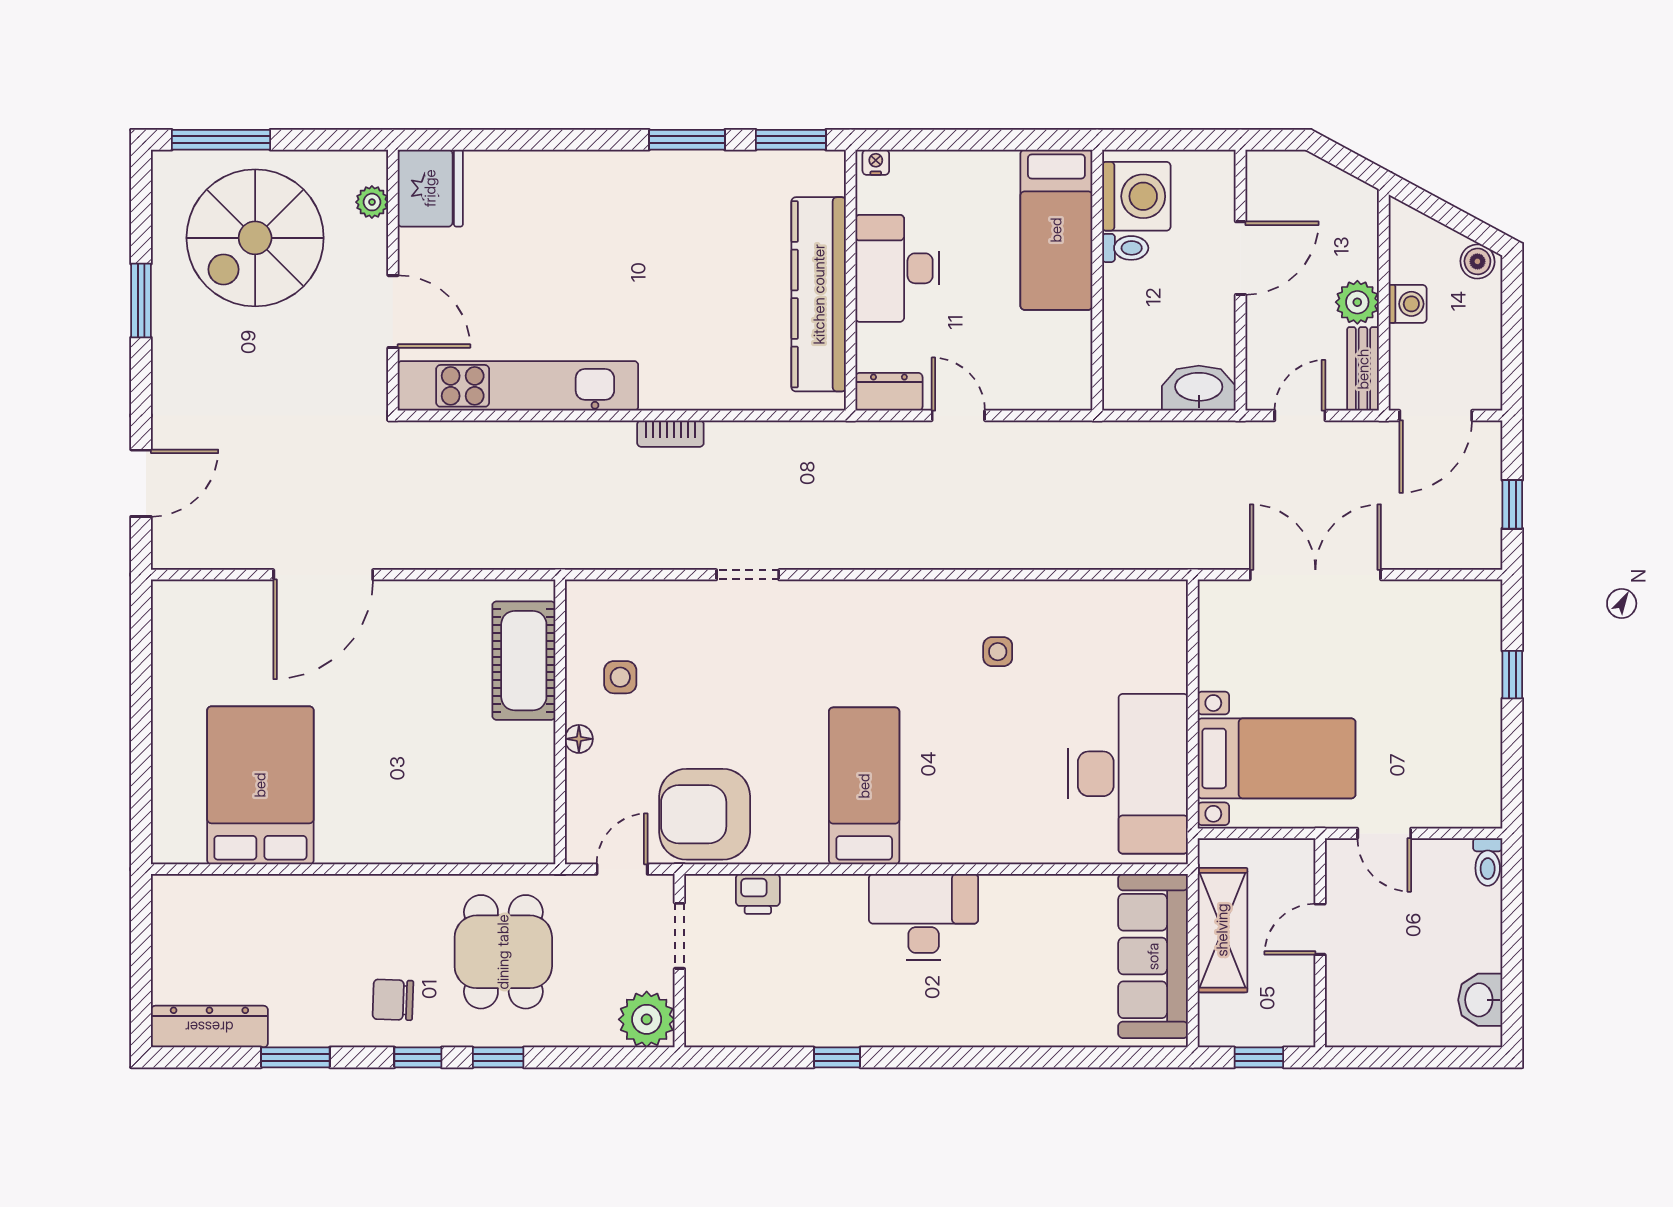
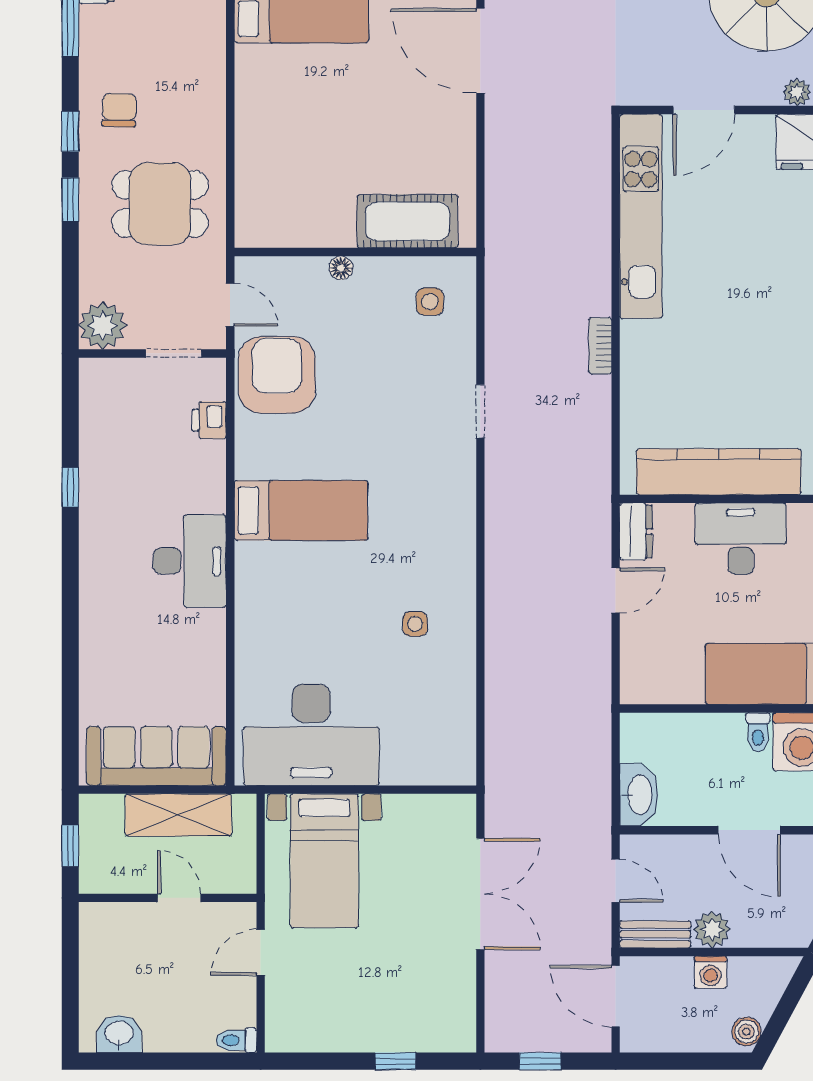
side table: (620, 677) -> (430, 302), moved

